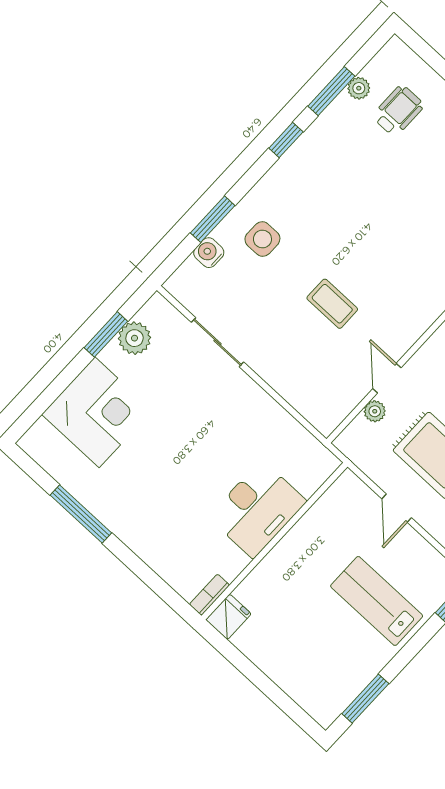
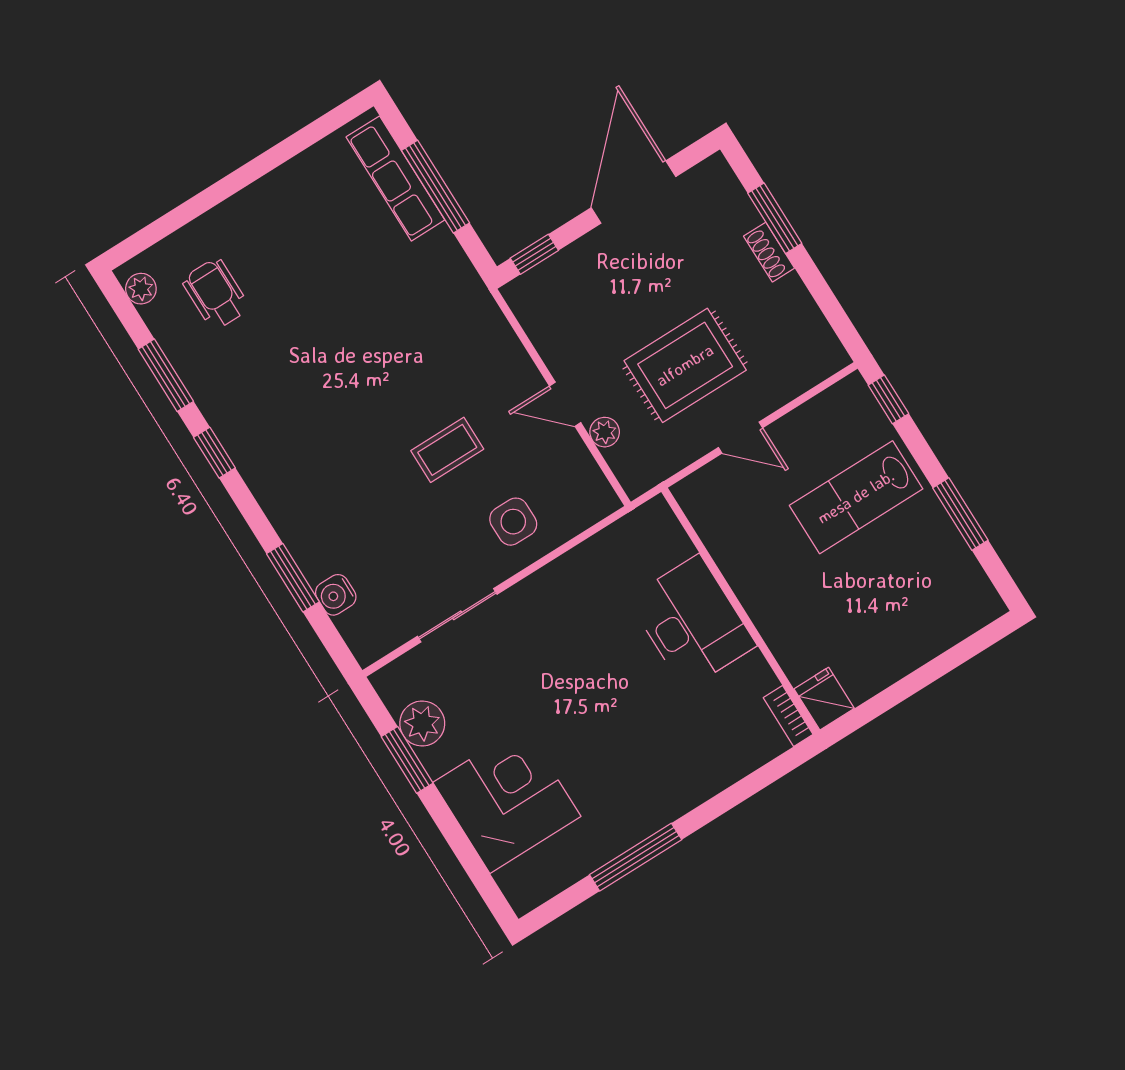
plant: (359, 88) -> (141, 289), moved
side table: (262, 239) -> (513, 522), moved
window: (365, 699) -> (960, 514), moved

